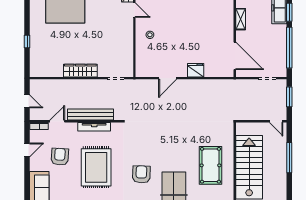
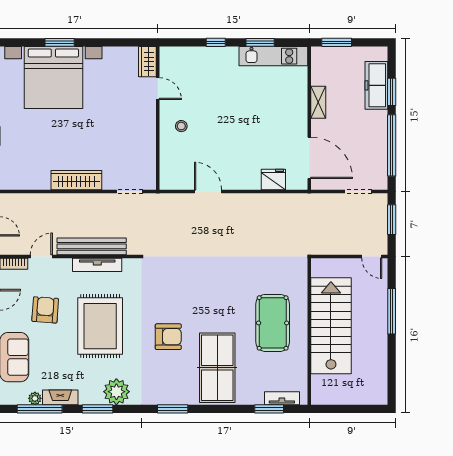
fridge: (196, 70) -> (273, 180), moved
door: (168, 78) -> (208, 191), swing flipped
armchair: (141, 174) -> (168, 337), turned 88

